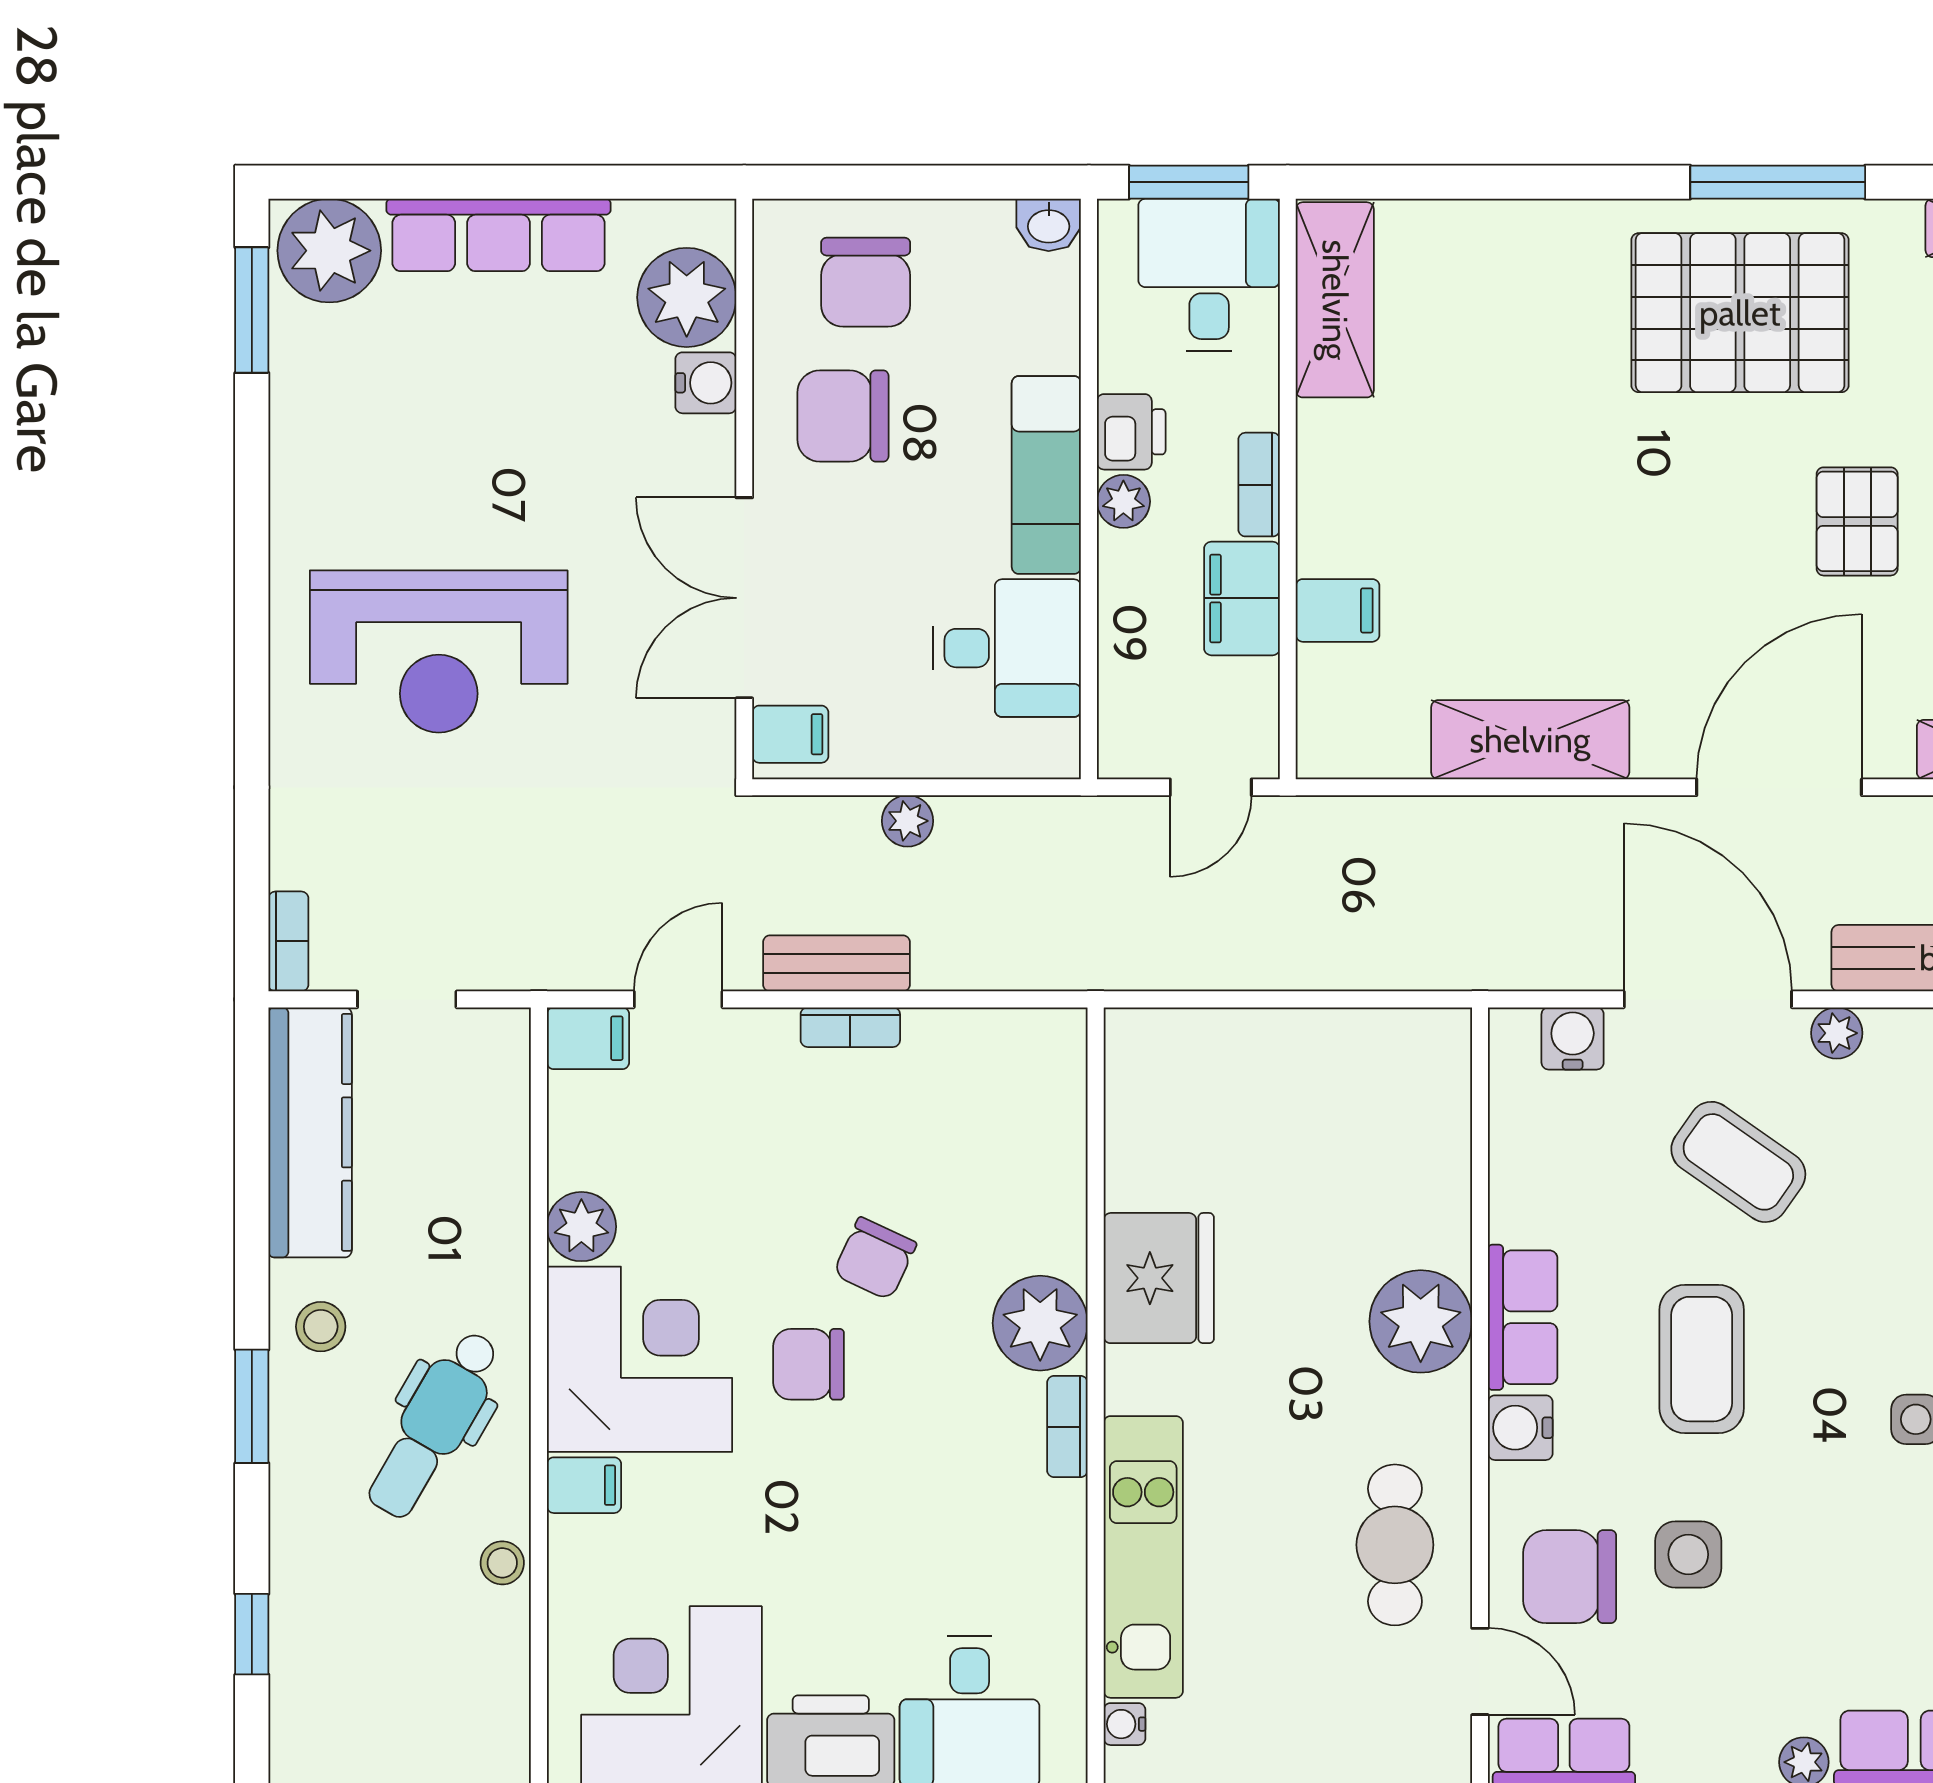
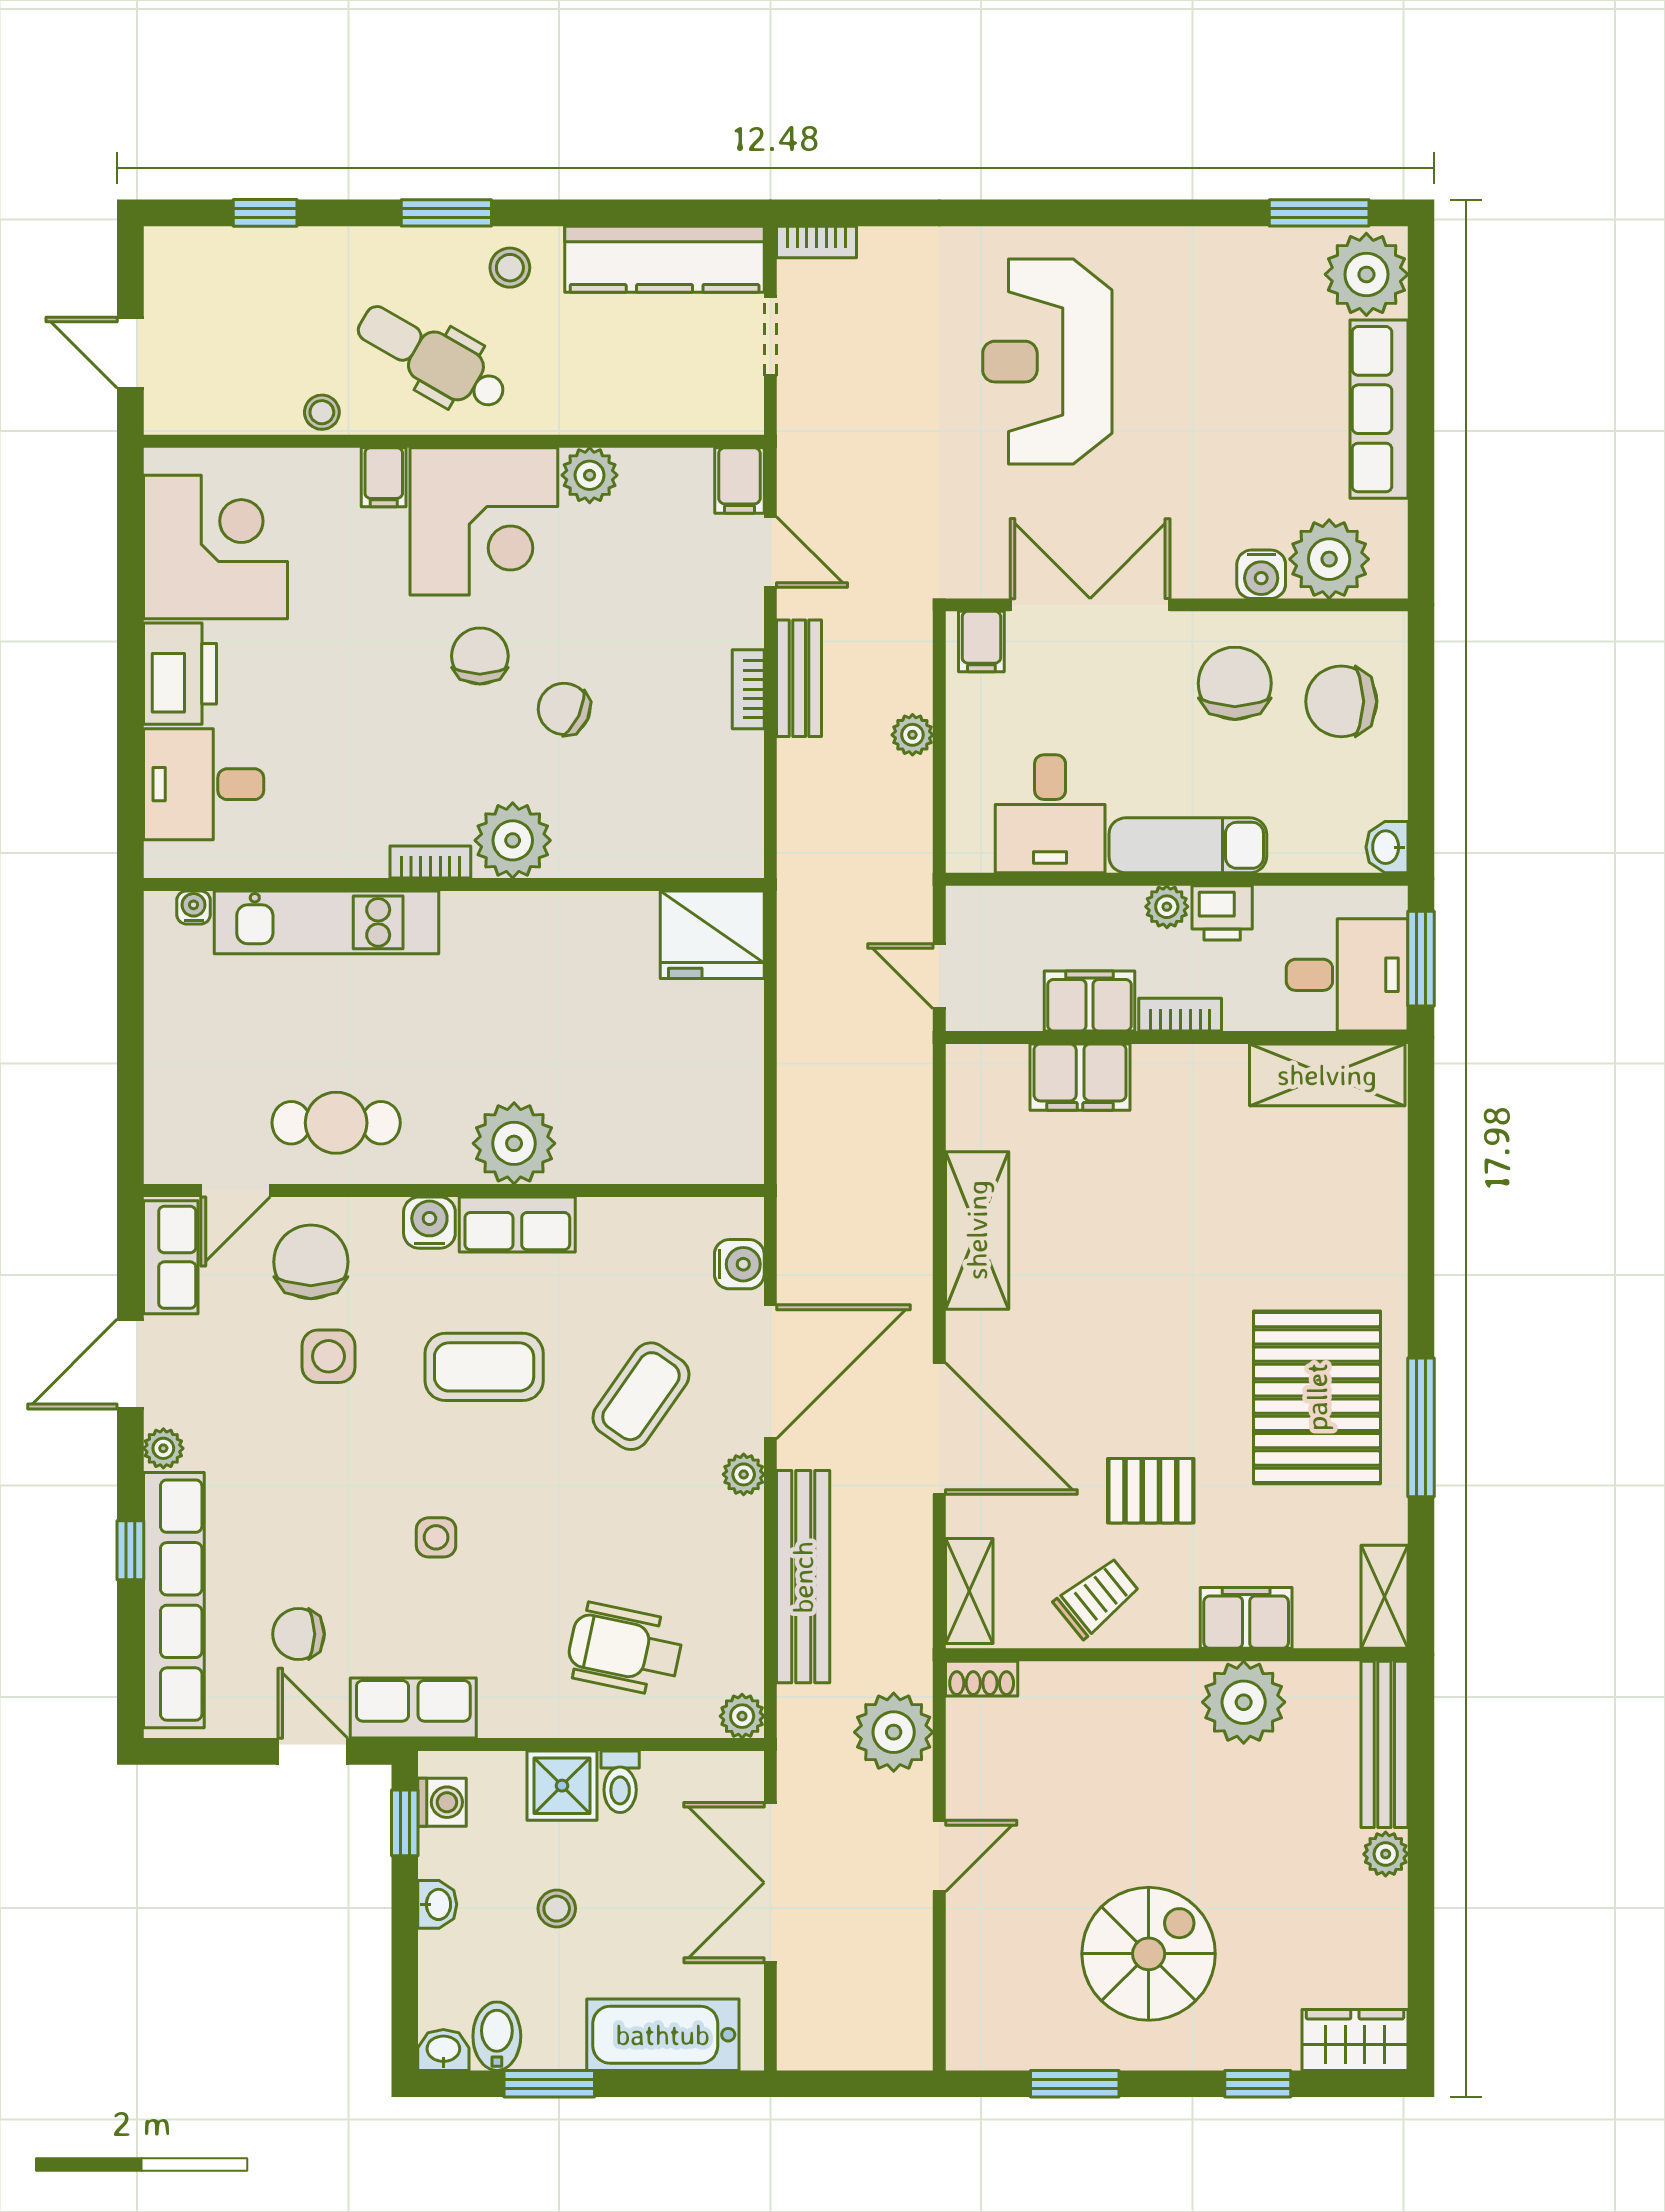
filing cabinet: (1338, 610) -> (1080, 1077), width x2.00
fridge: (1159, 1278) -> (712, 935), moved

